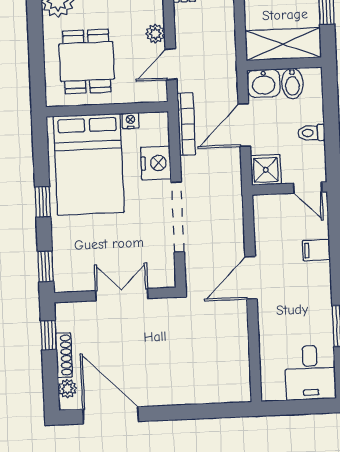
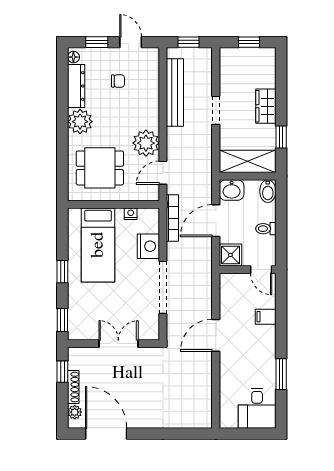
plant: (155, 34) -> (146, 143), width x1.87, depth x1.87
dining table: (87, 61) -> (100, 168), turned 90
bidet: (292, 83) -> (268, 191), moved
bed: (89, 164) -> (98, 245), width x0.67

